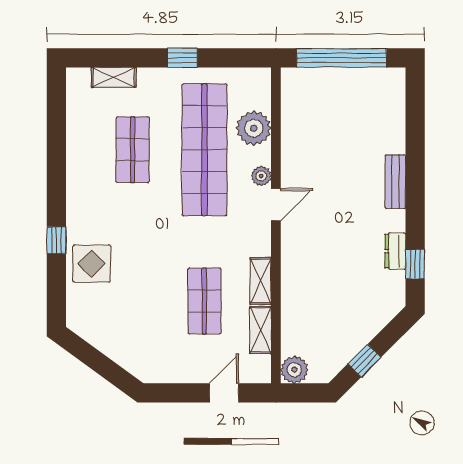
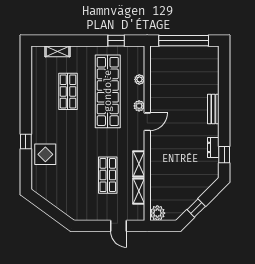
window: (182, 58) -> (116, 41), moved
plant: (254, 128) -> (139, 79), width x0.53, depth x0.53
door: (224, 393) -> (119, 226), swing flipped

